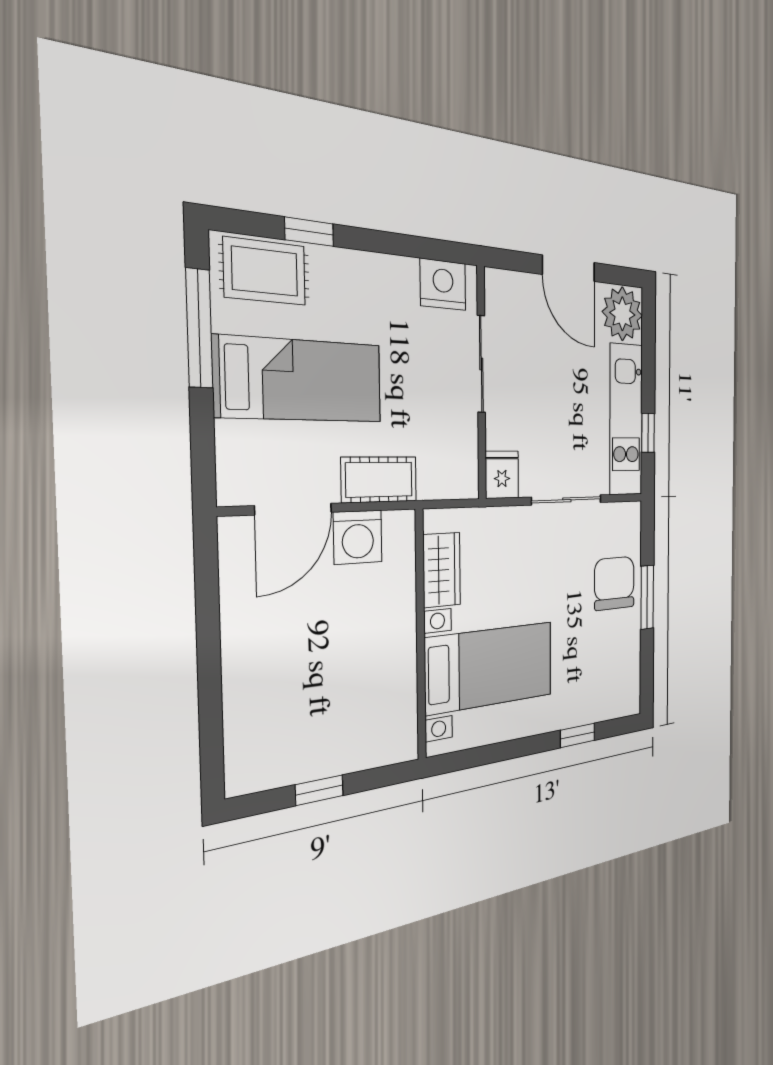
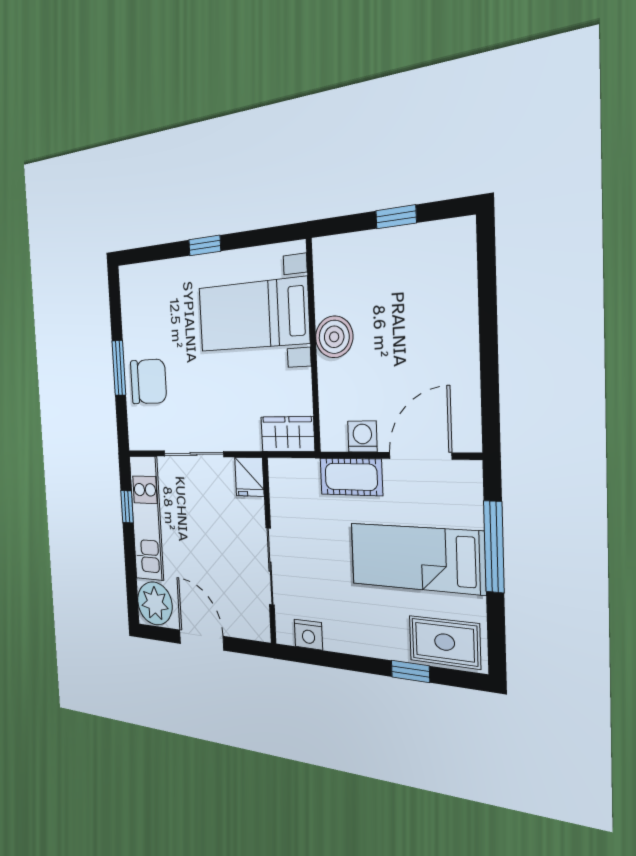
nightstand: (443, 284) -> (308, 635), width x0.74, depth x0.75
window: (199, 328) -> (494, 547), moved
washing machine: (358, 537) -> (362, 436), width x0.73, depth x0.73
wardrobe: (442, 570) -> (287, 434), moved, turned 90
chair: (614, 583) -> (148, 382), turned -90
boiler: (395, 647) -> (334, 337), added
window: (578, 735) -> (205, 245), moved

